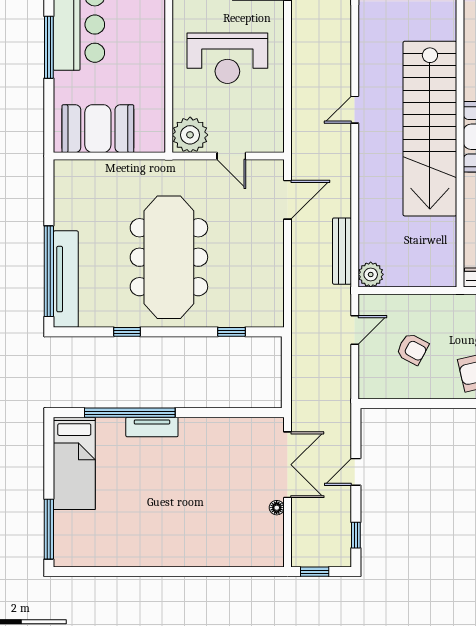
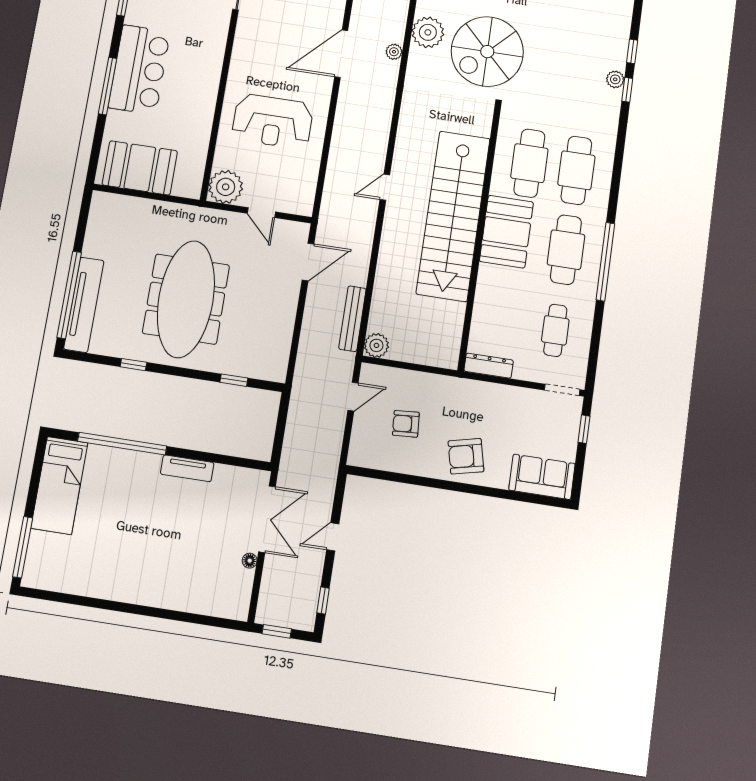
armchair: (412, 349) -> (406, 424), turned 148
tv unit: (152, 427) -> (187, 468), moved

